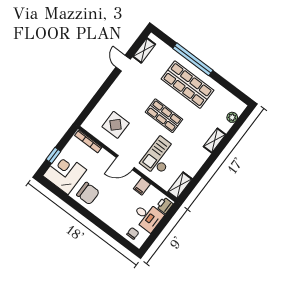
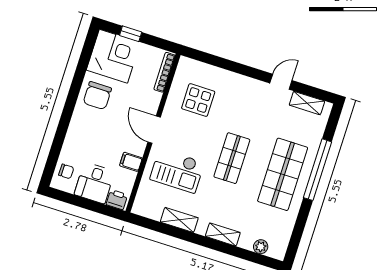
checkout: (159, 157) -> (177, 171), turned 180
shelving: (180, 185) -> (179, 220), moved

